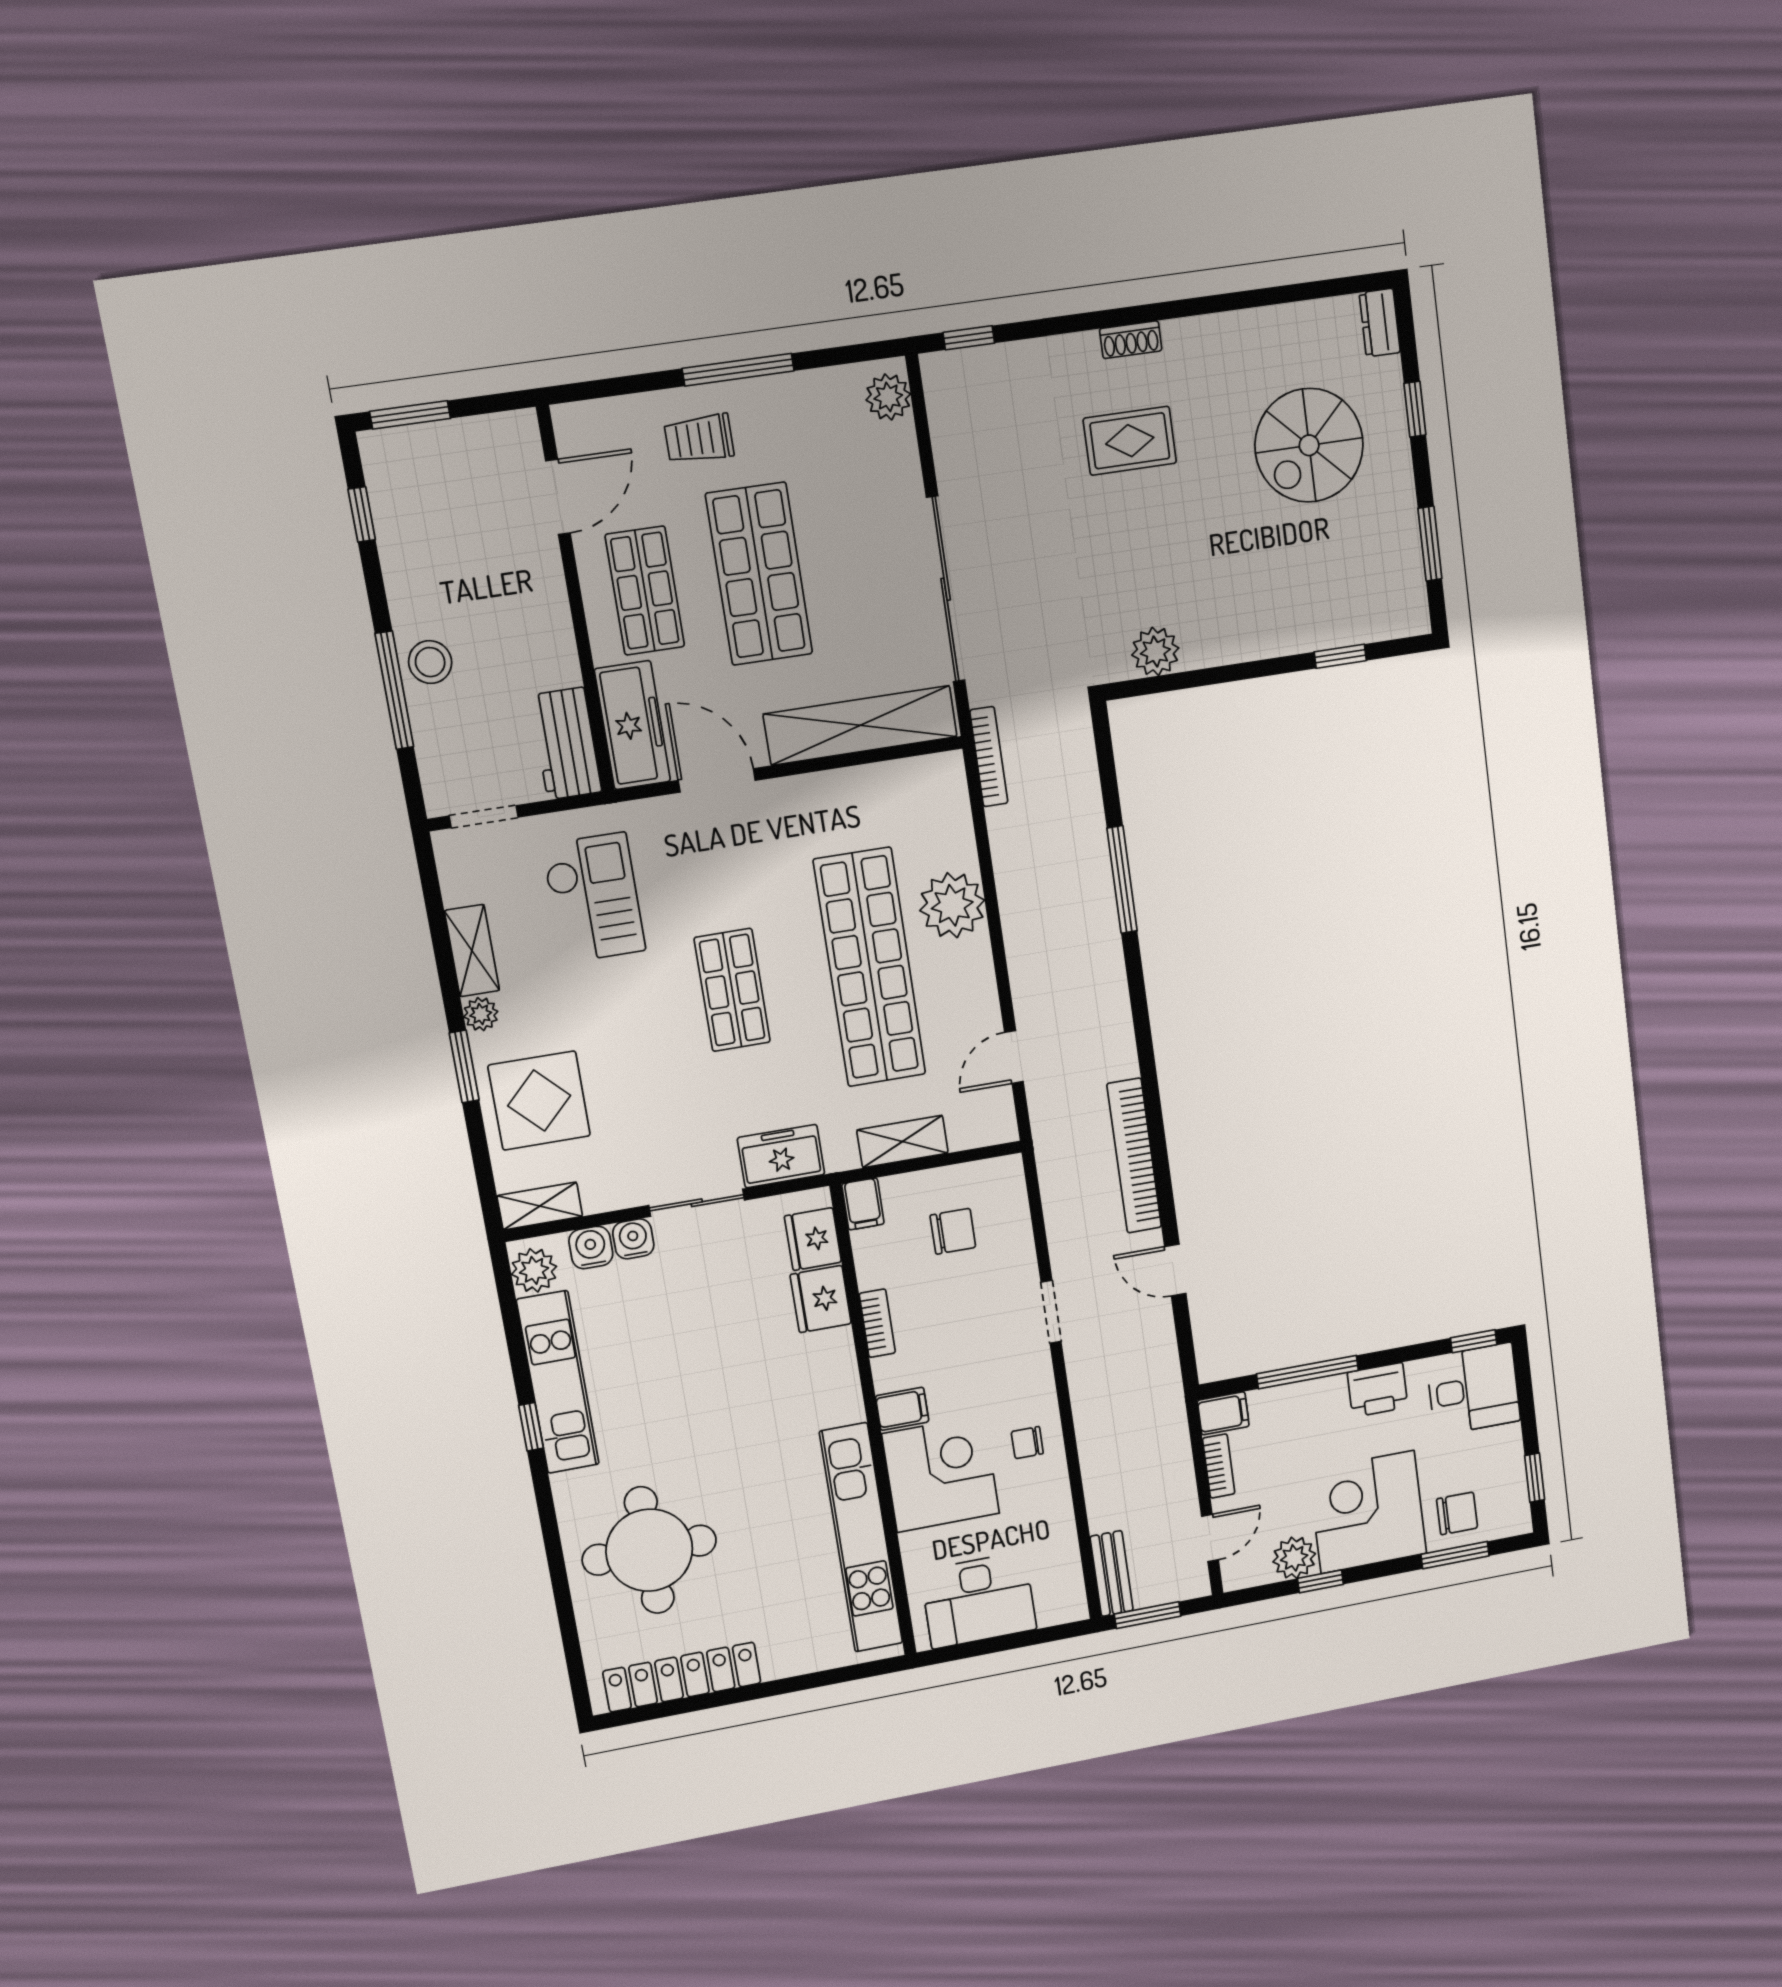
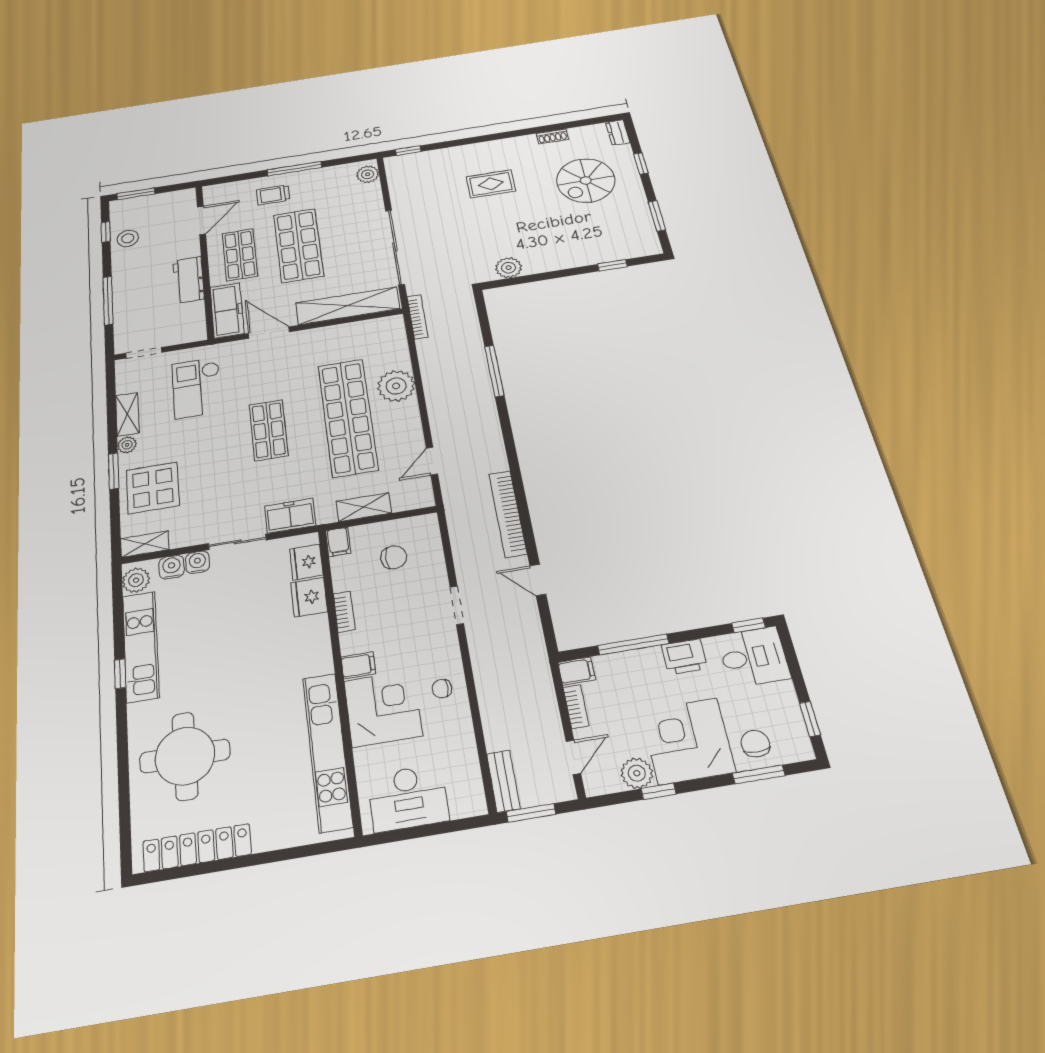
shoe rack: (1131, 340) -> (552, 136), moved
stool: (430, 662) -> (128, 238), moved
workbench: (566, 744) -> (189, 280), moved
checkout: (594, 898) -> (197, 388), turned 180
chair: (1457, 1513) -> (755, 744), turned -90

